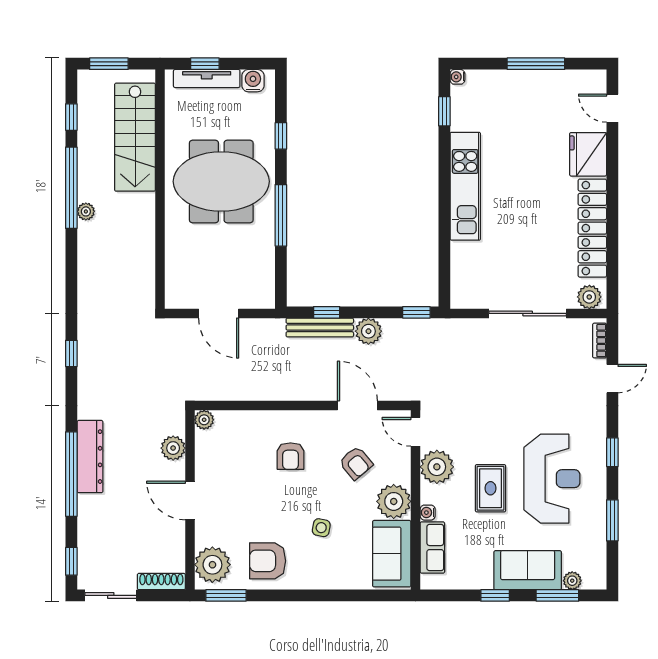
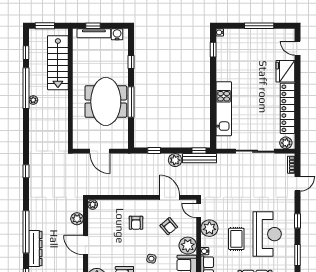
meeting table: (221, 181) -> (106, 101), moved, turned 90
kitchen unit: (465, 186) -> (224, 109), moved
bench: (320, 328) -> (200, 158), moved
dresser: (90, 457) -> (35, 249), moved

